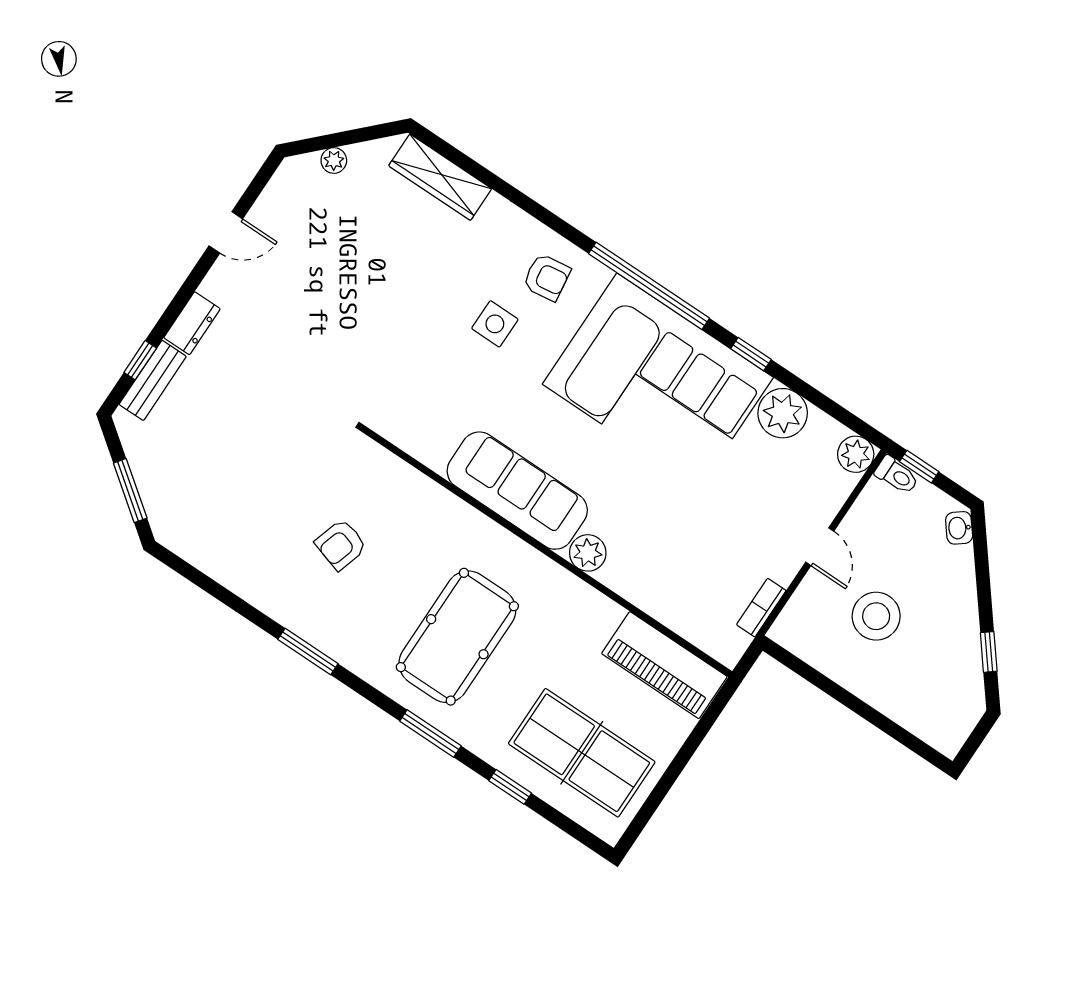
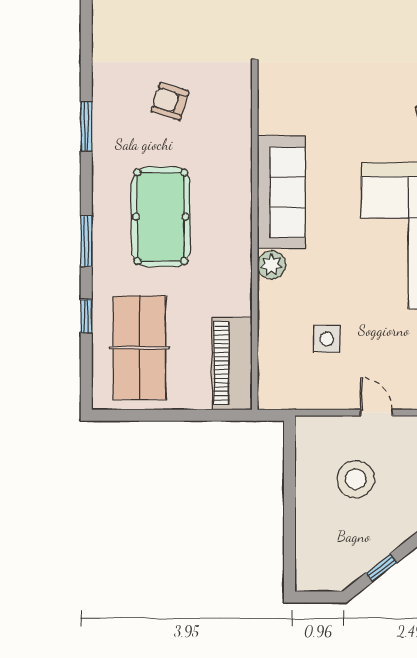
side table: (495, 324) -> (327, 339), moved
door: (820, 547) -> (376, 413), swing flipped
bookcase: (761, 608) -> (311, 401), removed
pool table: (457, 637) -> (161, 217), turned 90

